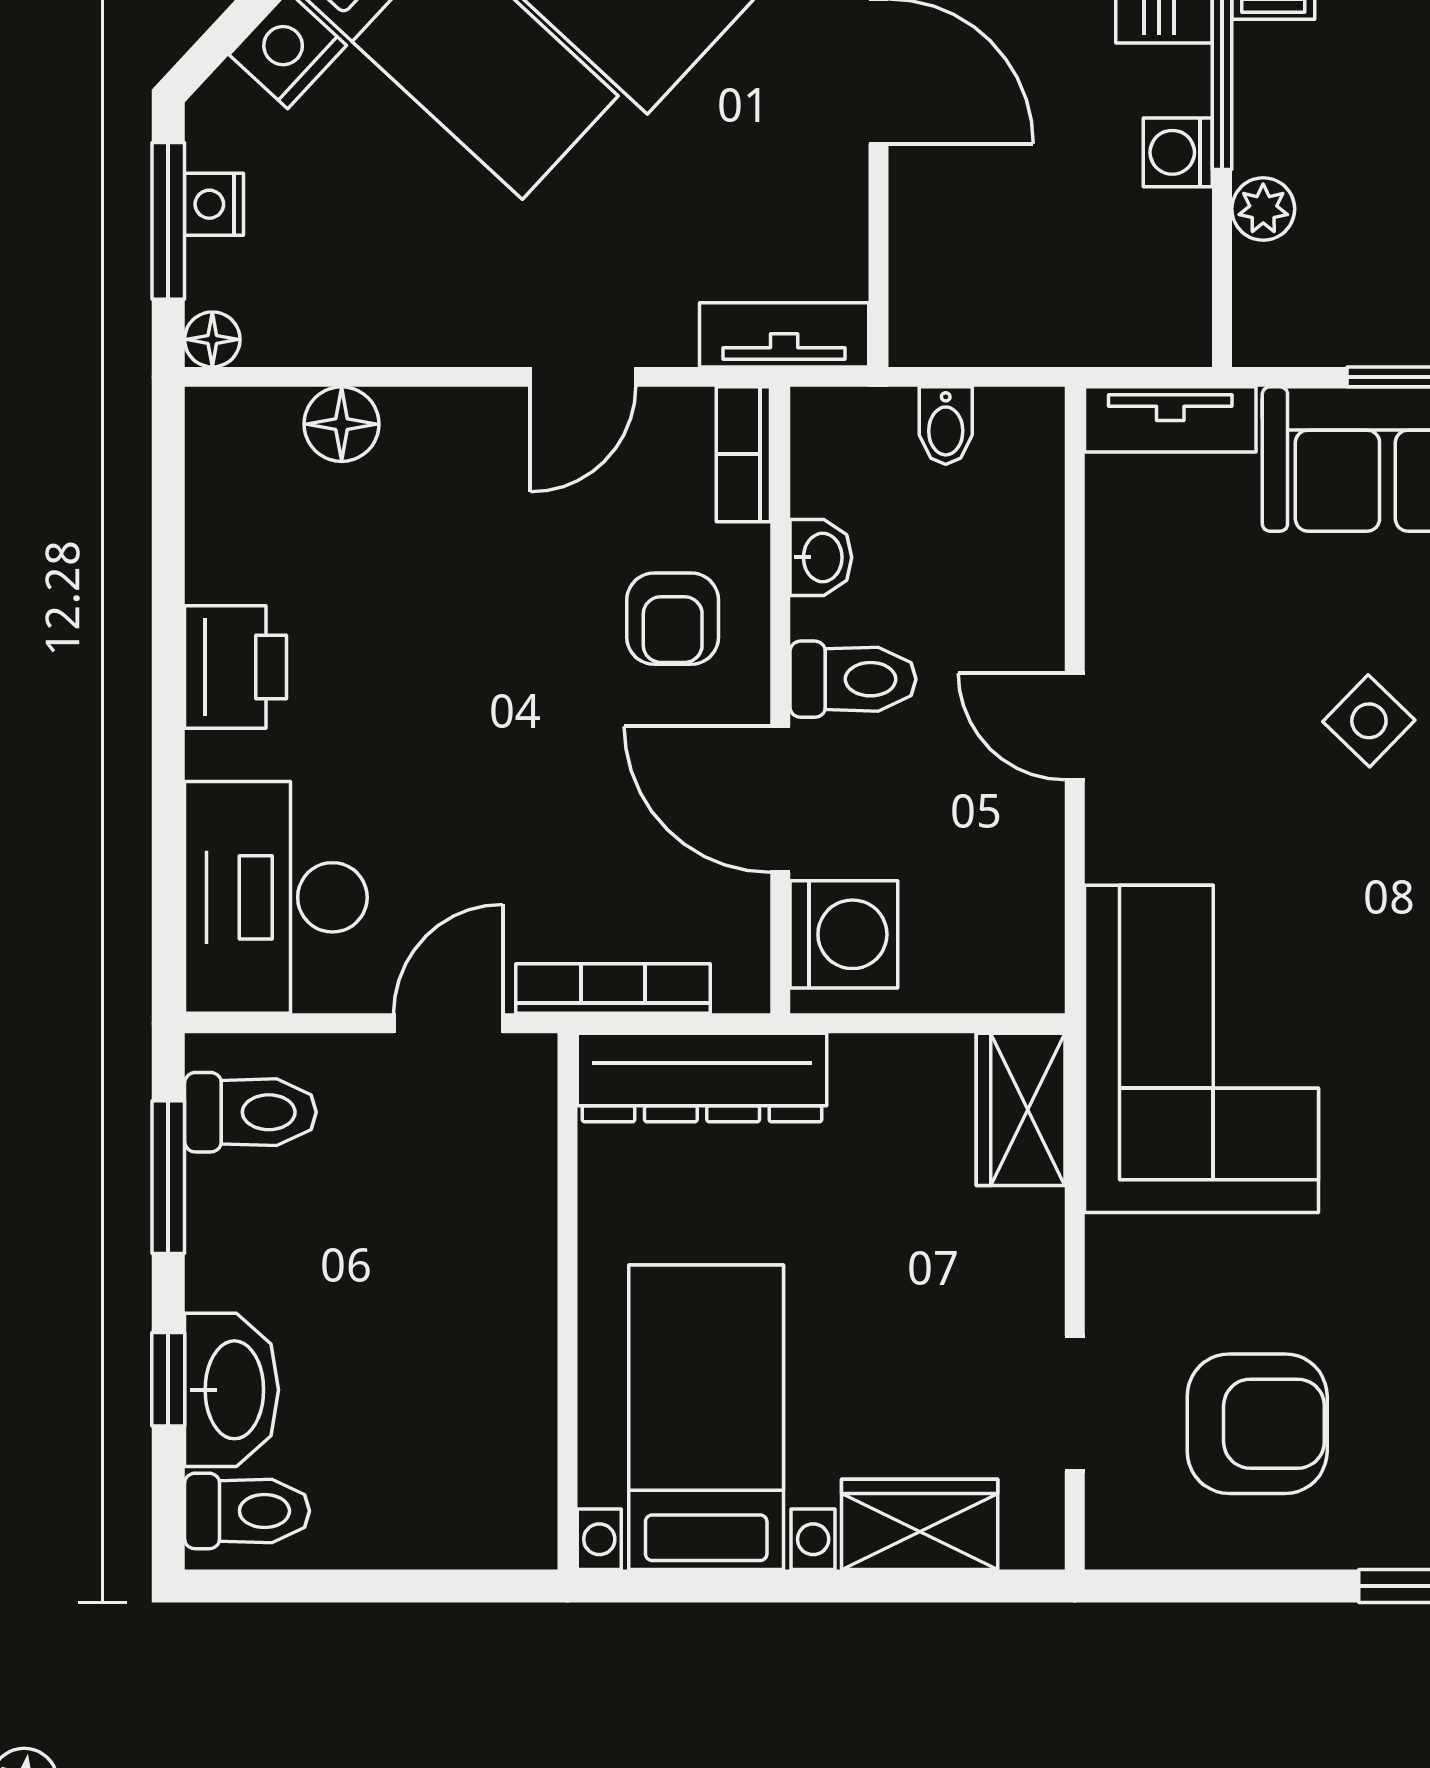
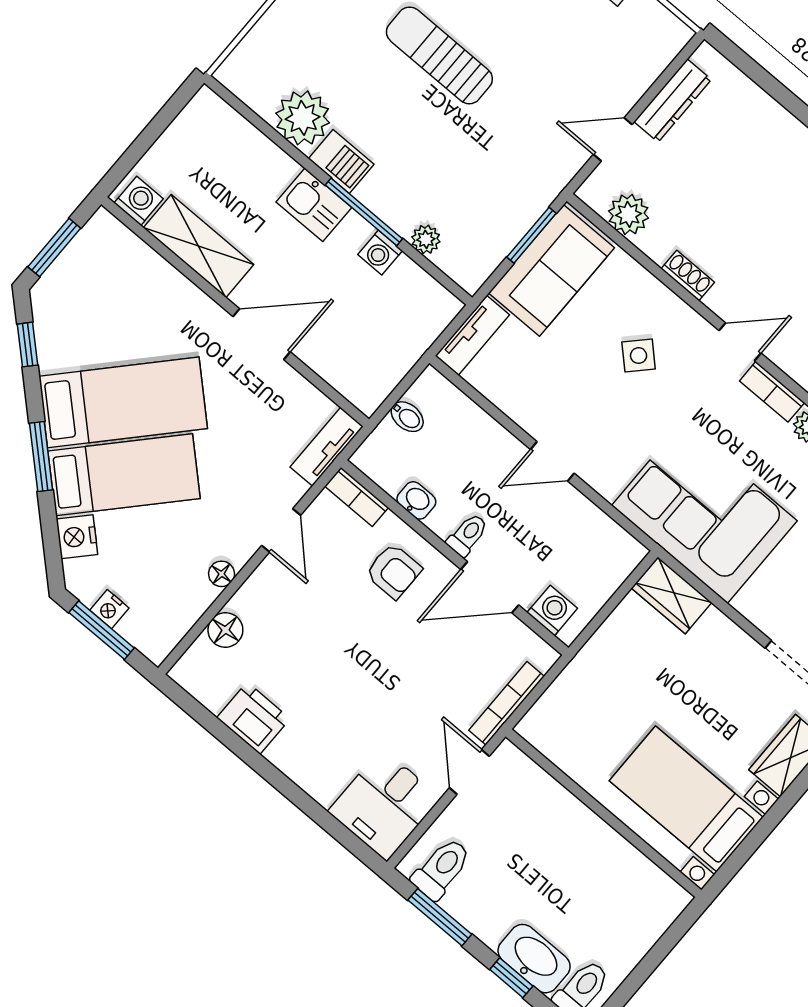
floor lamp: (212, 339) -> (222, 574), moved
printer: (235, 667) -> (253, 718), moved
toilet: (853, 679) -> (467, 535), width x0.73, depth x0.72
desk: (276, 897) -> (384, 805), width x0.73
washing machine: (844, 934) -> (552, 611), width x0.73, depth x0.73
dresser: (702, 1077) -> (565, 698), removed

